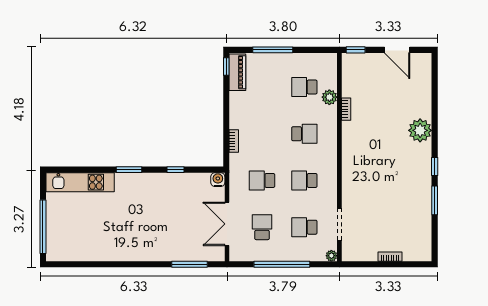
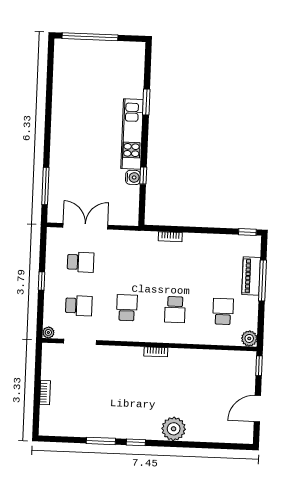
piano: (237, 72) -> (251, 276), moved, turned 90
plant: (329, 97) -> (249, 338), moved
bookcase: (346, 109) -> (156, 352), moved
window: (129, 170) -> (146, 102), moved
water cooler: (218, 180) -> (133, 177), moved
school desk: (262, 180) -> (129, 264), removed
kitchen unit: (80, 182) -> (132, 134), moved
school desk: (304, 227) -> (79, 306), turned 90
window: (282, 264) -> (42, 281), width x0.32

